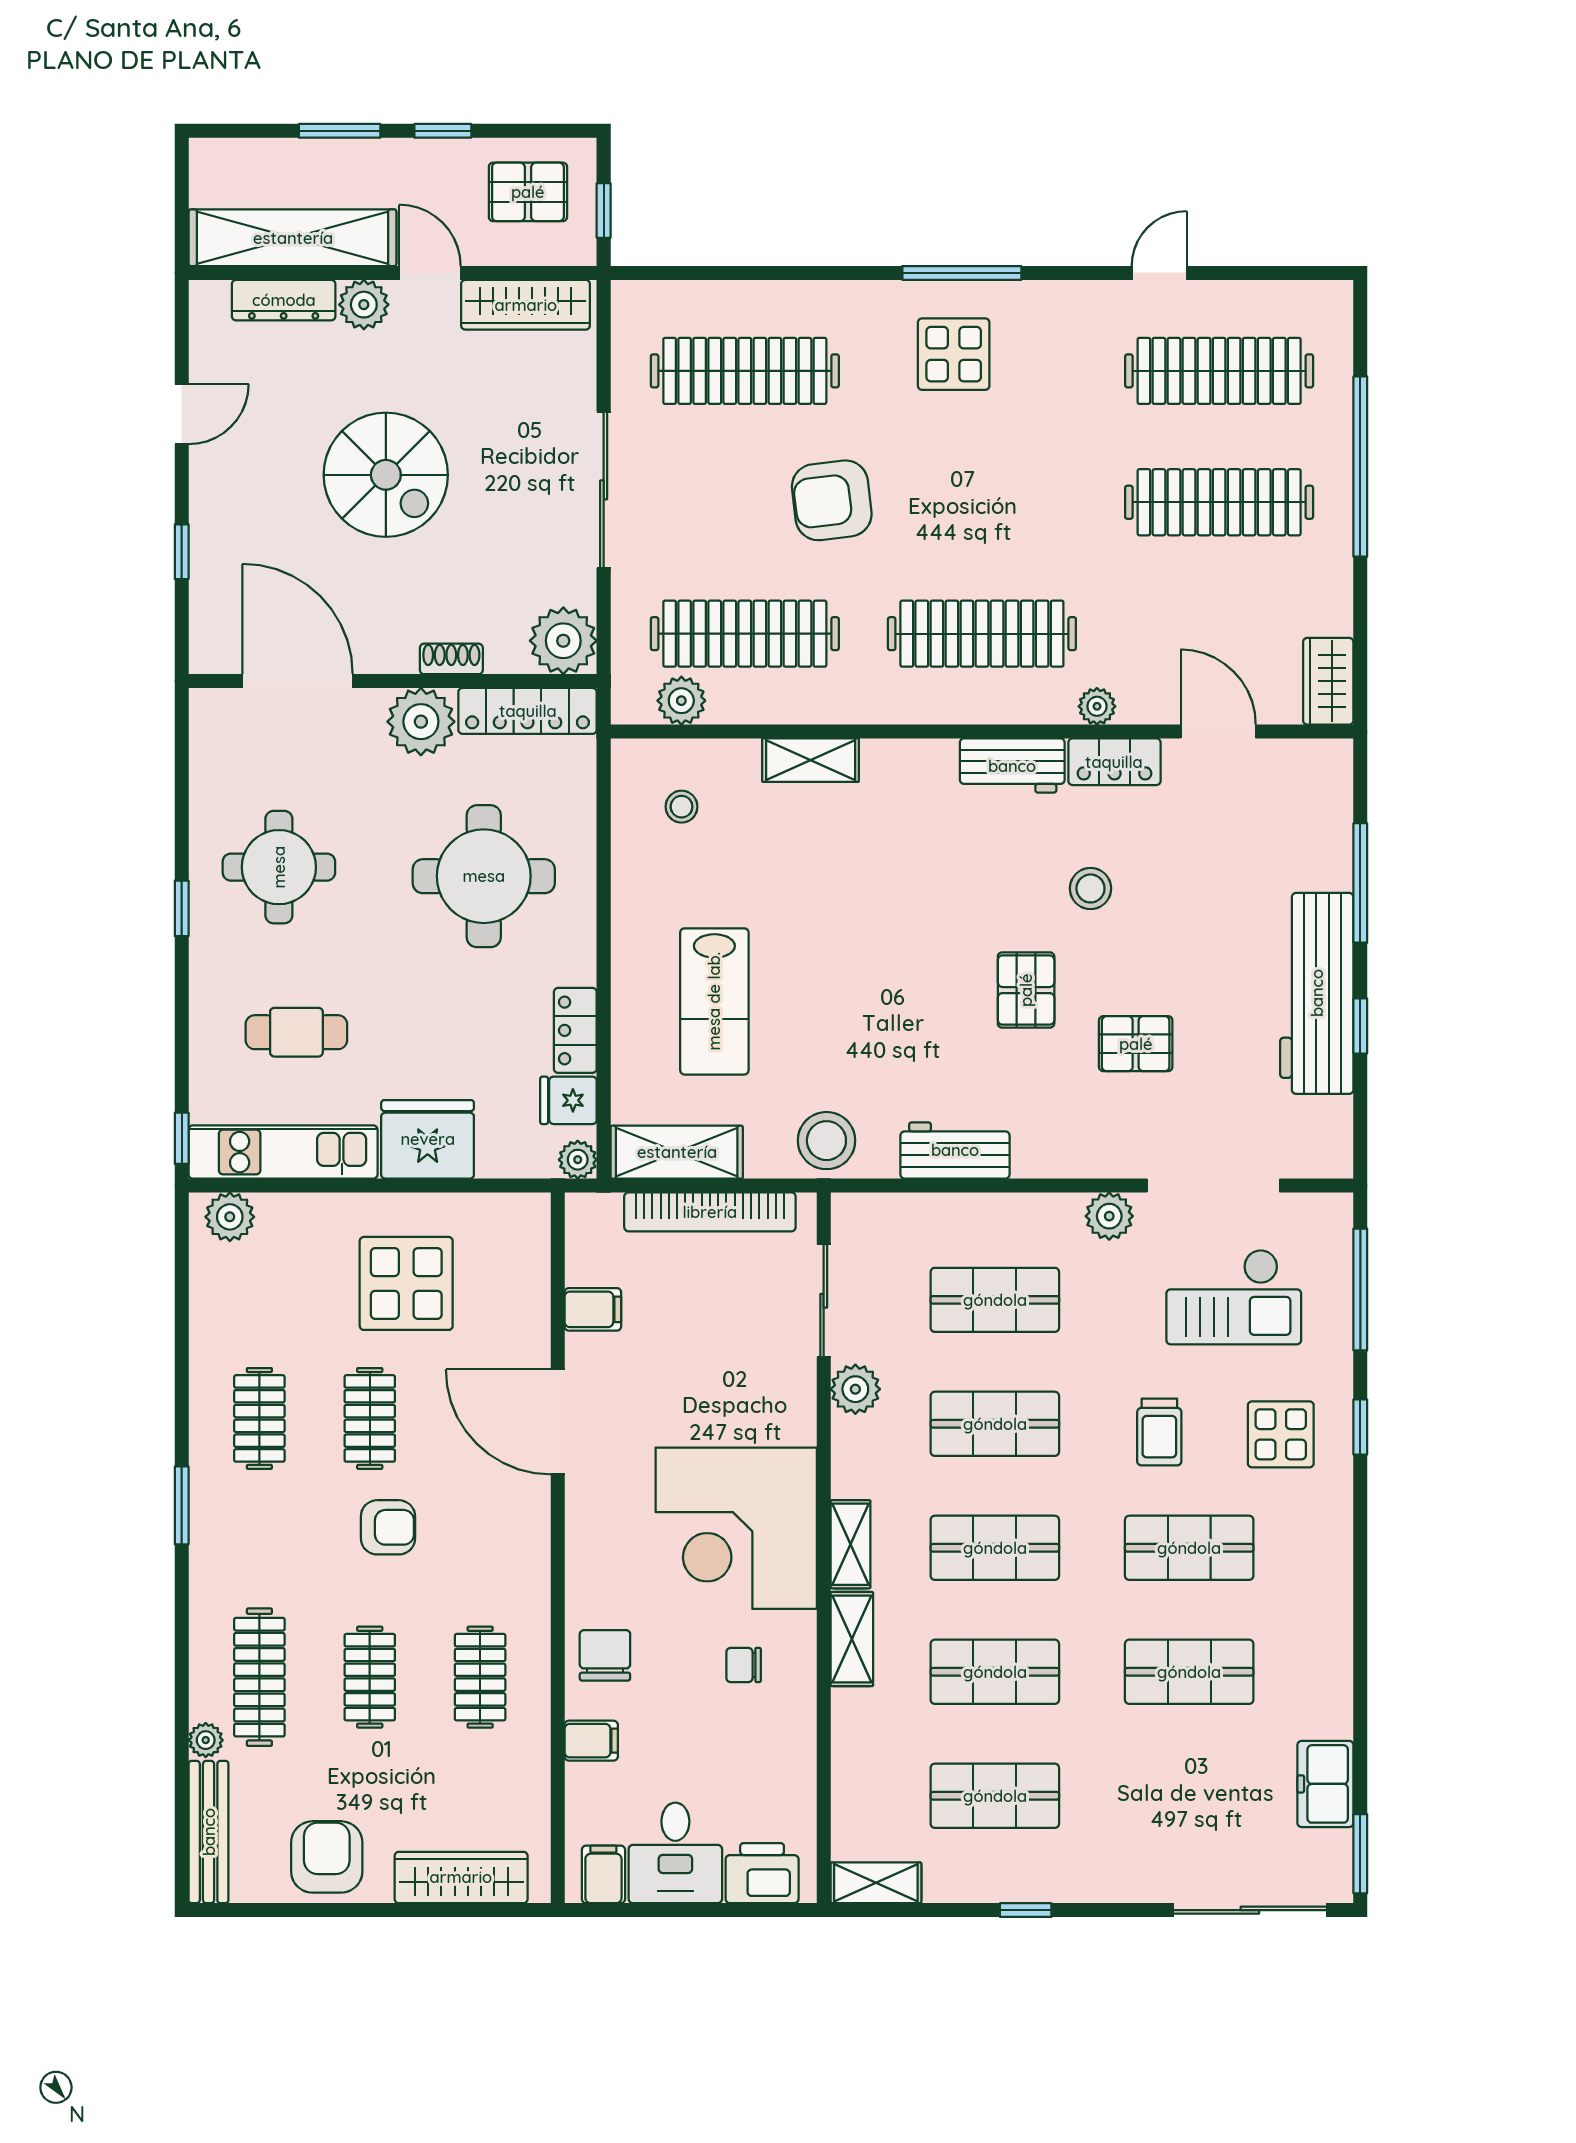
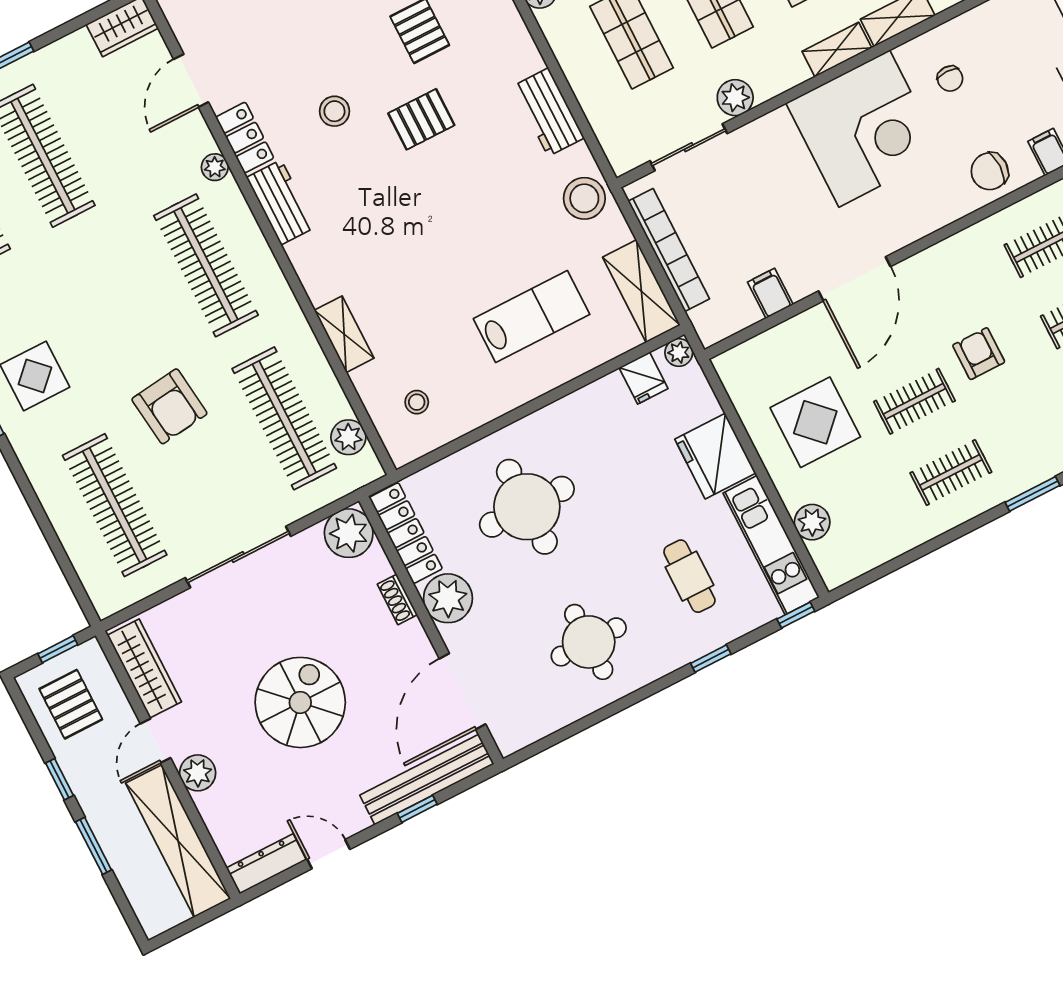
dresser: (284, 300) -> (266, 864), moved, turned -90
bench: (212, 582) -> (427, 780), added
window: (182, 908) -> (711, 659), moved
locker: (575, 1030) -> (596, 397), removed
plant: (230, 1217) -> (812, 522), moved

